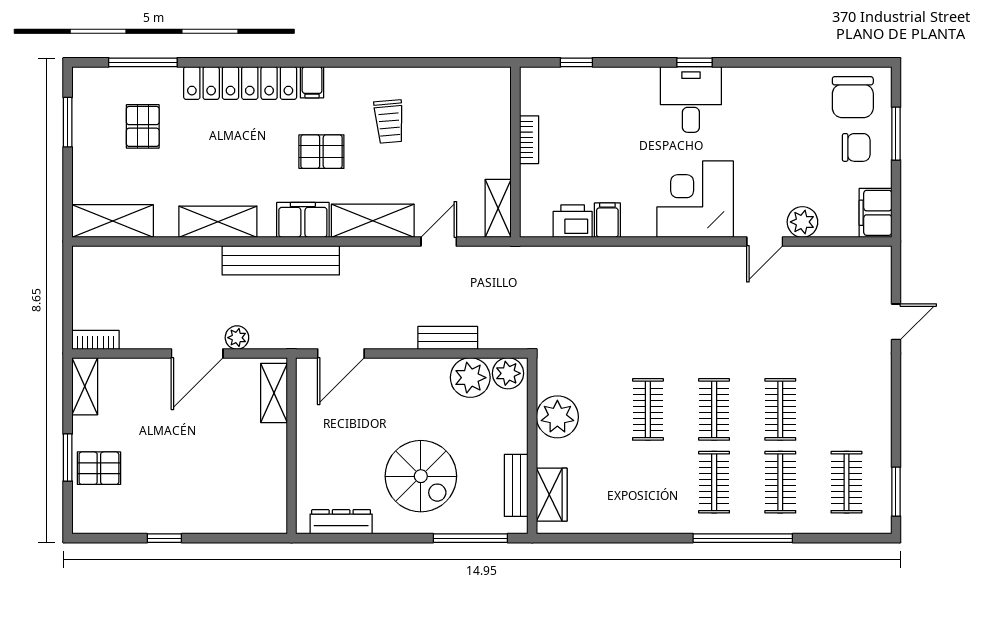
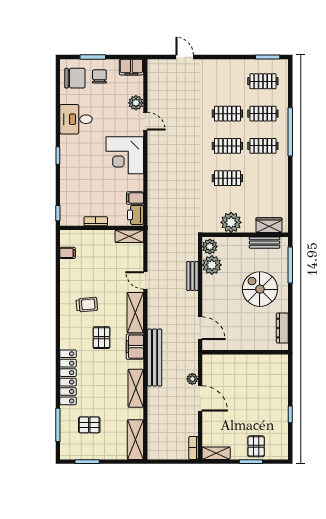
filing cabinet: (312, 82) -> (68, 253), moved
desk: (691, 99) -> (76, 119), moved
bookcase: (529, 140) -> (96, 221), moved
wall: (515, 152) -> (102, 228), moved
shelving: (498, 208) -> (129, 236), moved
shelving: (274, 393) -> (219, 361), removed
spiral stairs: (421, 476) -> (260, 289), turned -90

